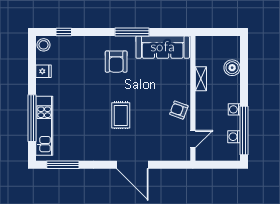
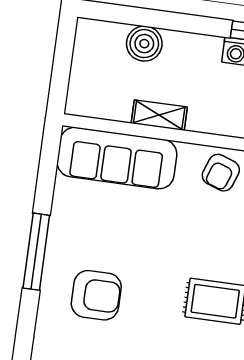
sofa: (163, 47) -> (117, 158), moved, turned 90

